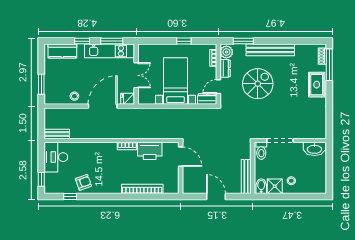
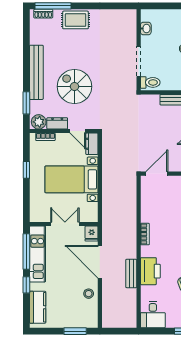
window: (112, 41) -> (26, 251), width x1.44
bench: (57, 134) -> (131, 273), moved
washbasin: (314, 149) -> (146, 29), width x0.52, depth x0.69
printer: (150, 151) -> (150, 271), moved
desk: (56, 157) -> (153, 315), width x0.73

